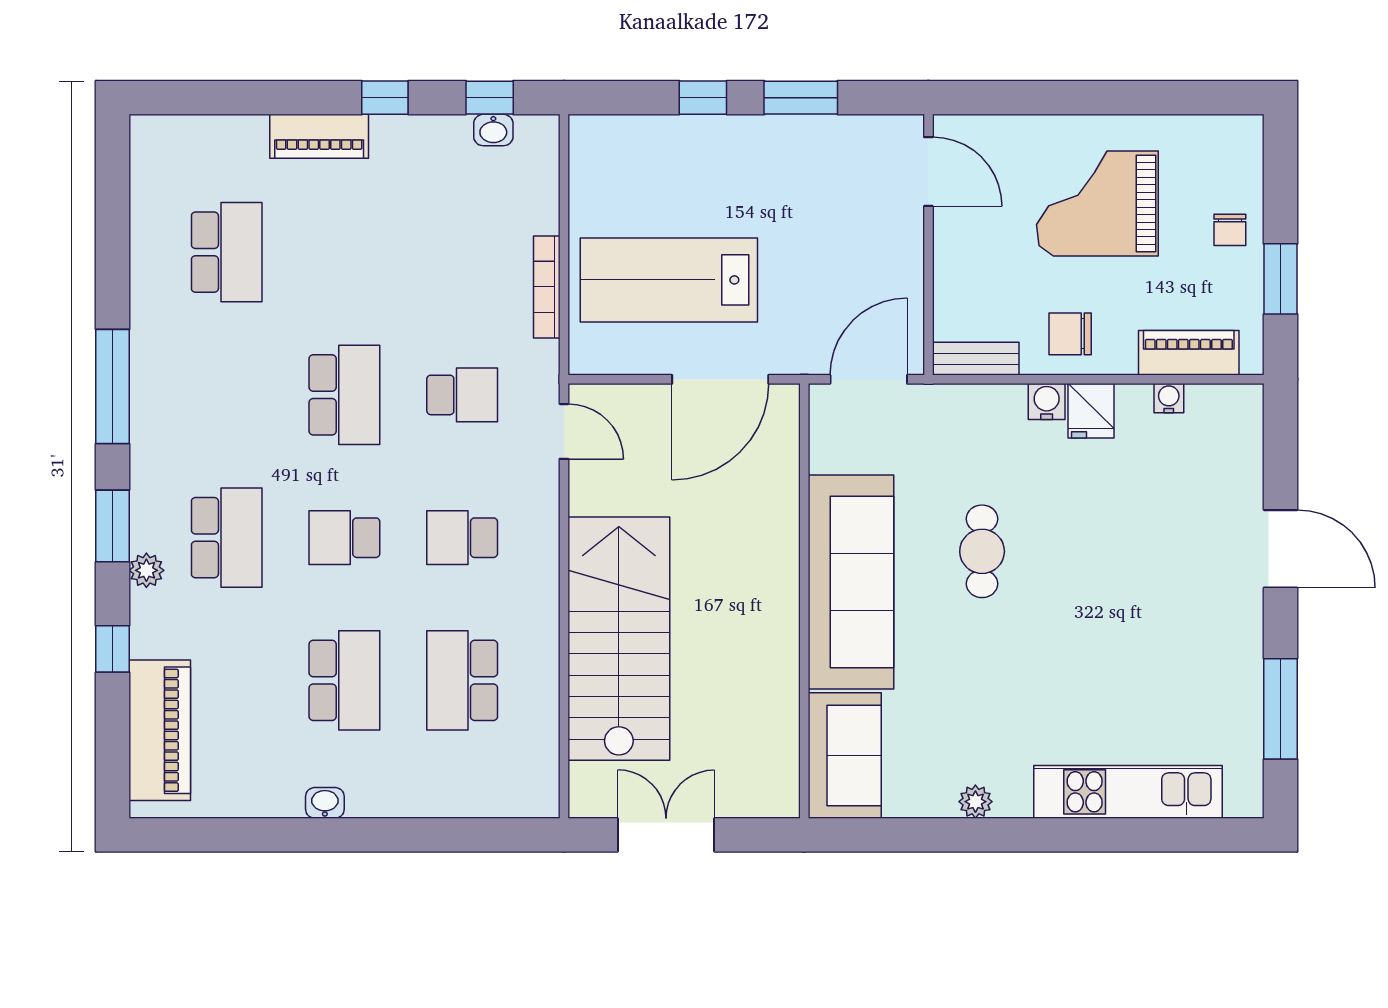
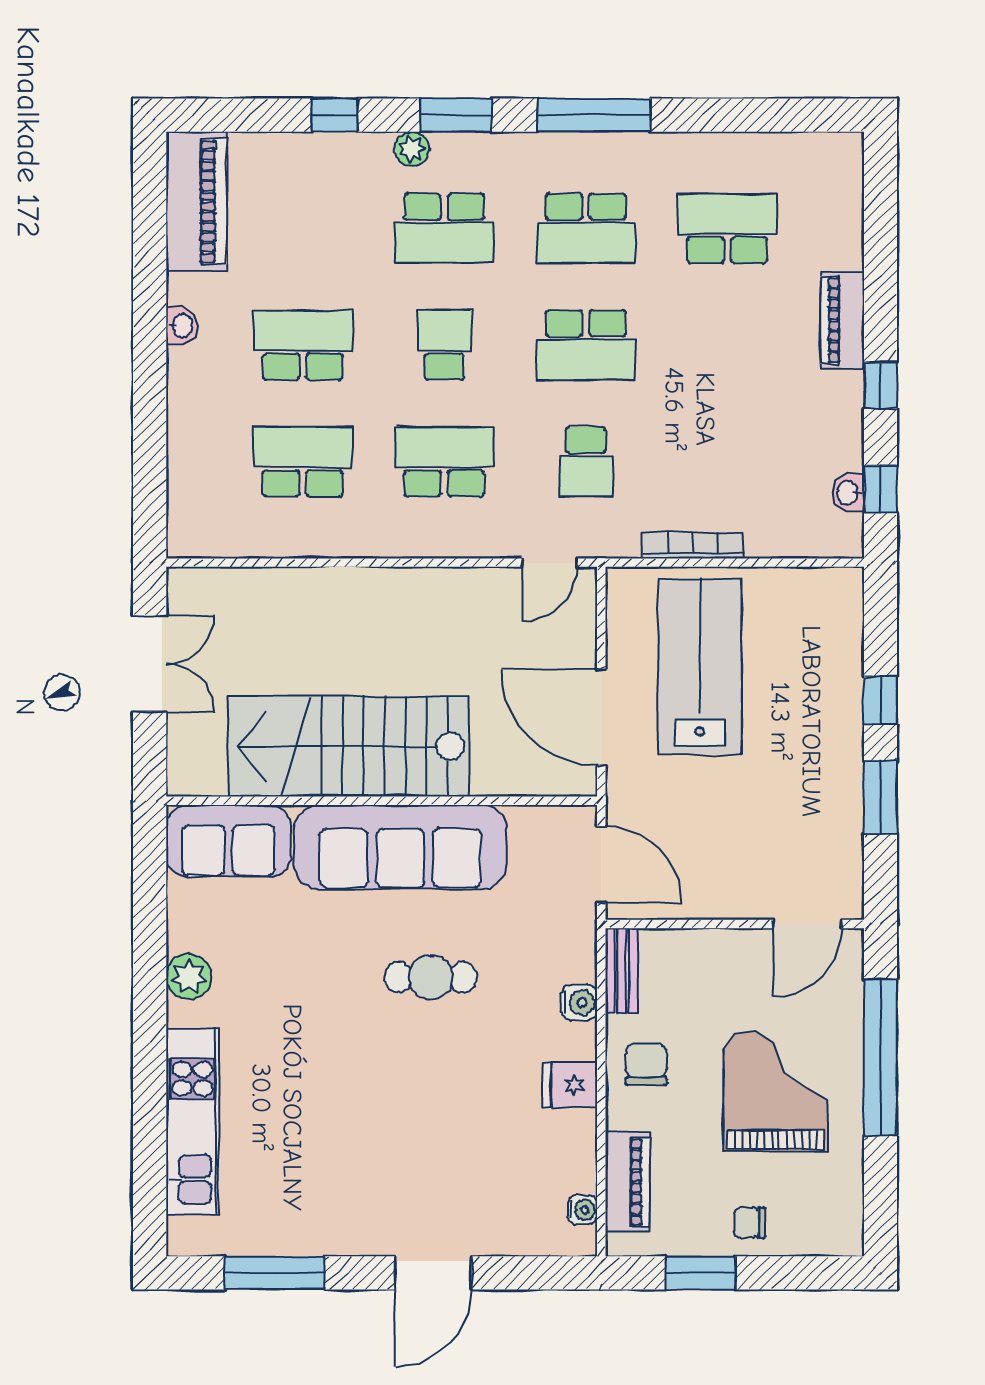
window: (1063, 98) -> (880, 1057), added
school desk: (227, 252) -> (727, 228), turned 180
school desk: (227, 395) -> (586, 228), added
water cooler: (1169, 398) -> (583, 1210), moved
water cooler: (1047, 402) -> (579, 1003), moved
school desk: (462, 538) -> (444, 462), width x1.85
stairs: (619, 639) -> (349, 746), moved, turned 180
school desk: (344, 680) -> (303, 345), turned 180
piano: (160, 730) -> (196, 201), moved, turned -90
plant: (975, 802) -> (189, 977), width x1.38, depth x1.38

